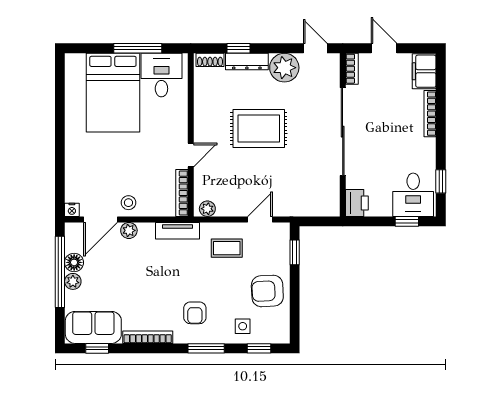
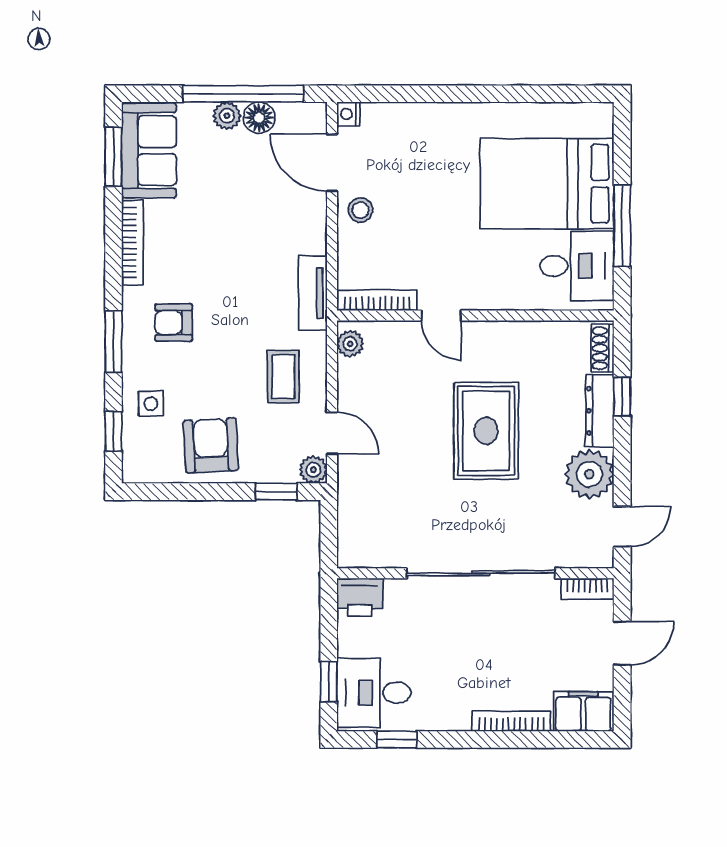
plant: (129, 230) -> (313, 470), moved
window: (97, 348) -> (113, 157), width x1.50

